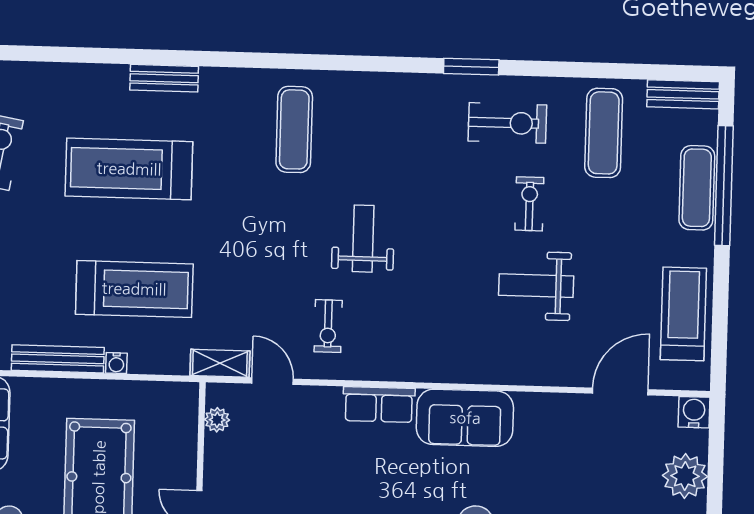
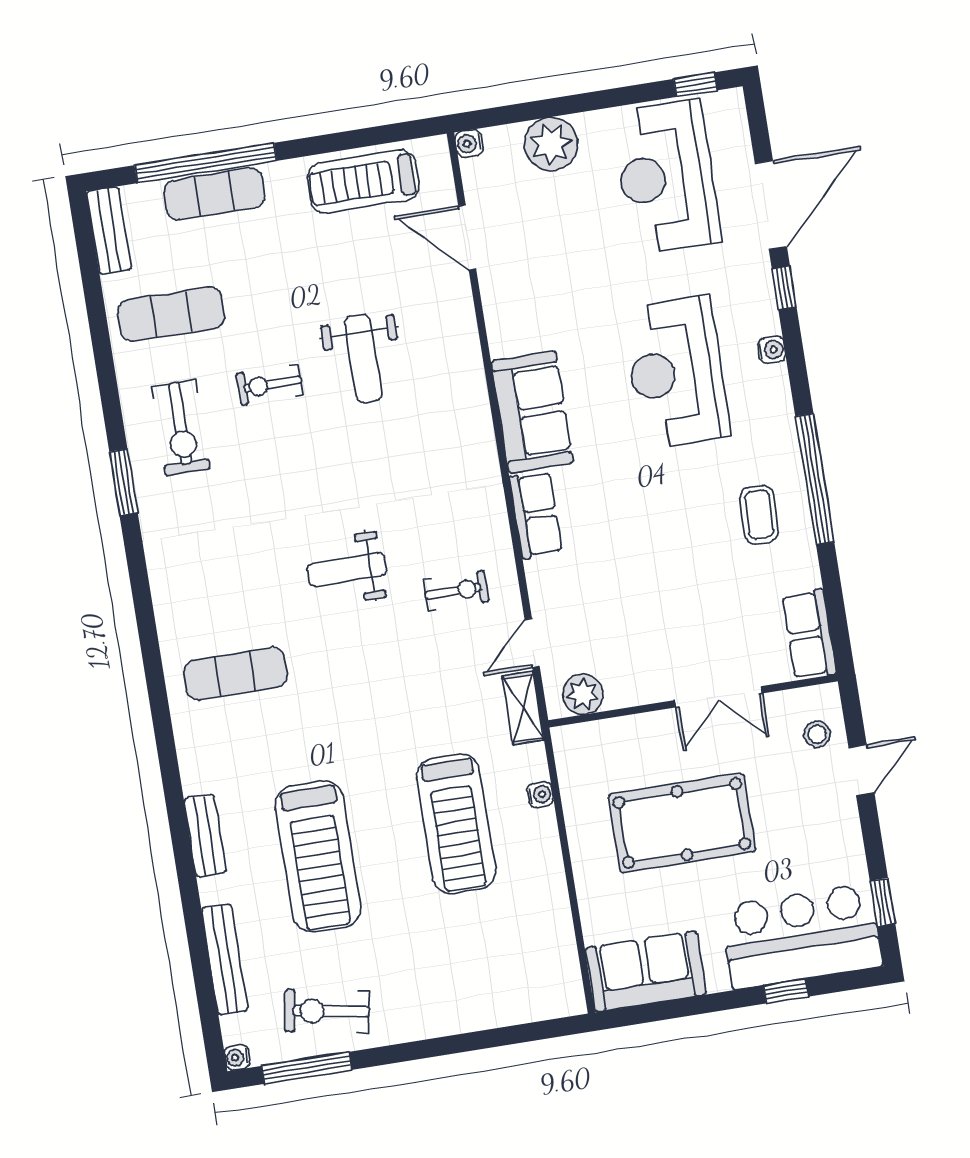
exercise bike: (507, 123) -> (181, 428), turned 180
treadmill: (134, 289) -> (456, 824), turned 180
bench: (58, 359) -> (225, 959), moved
water cooler: (116, 363) -> (540, 794), moved
water cooler: (694, 412) -> (469, 143), width x0.72, depth x0.72
plant: (217, 420) -> (583, 694), width x1.38, depth x1.38

